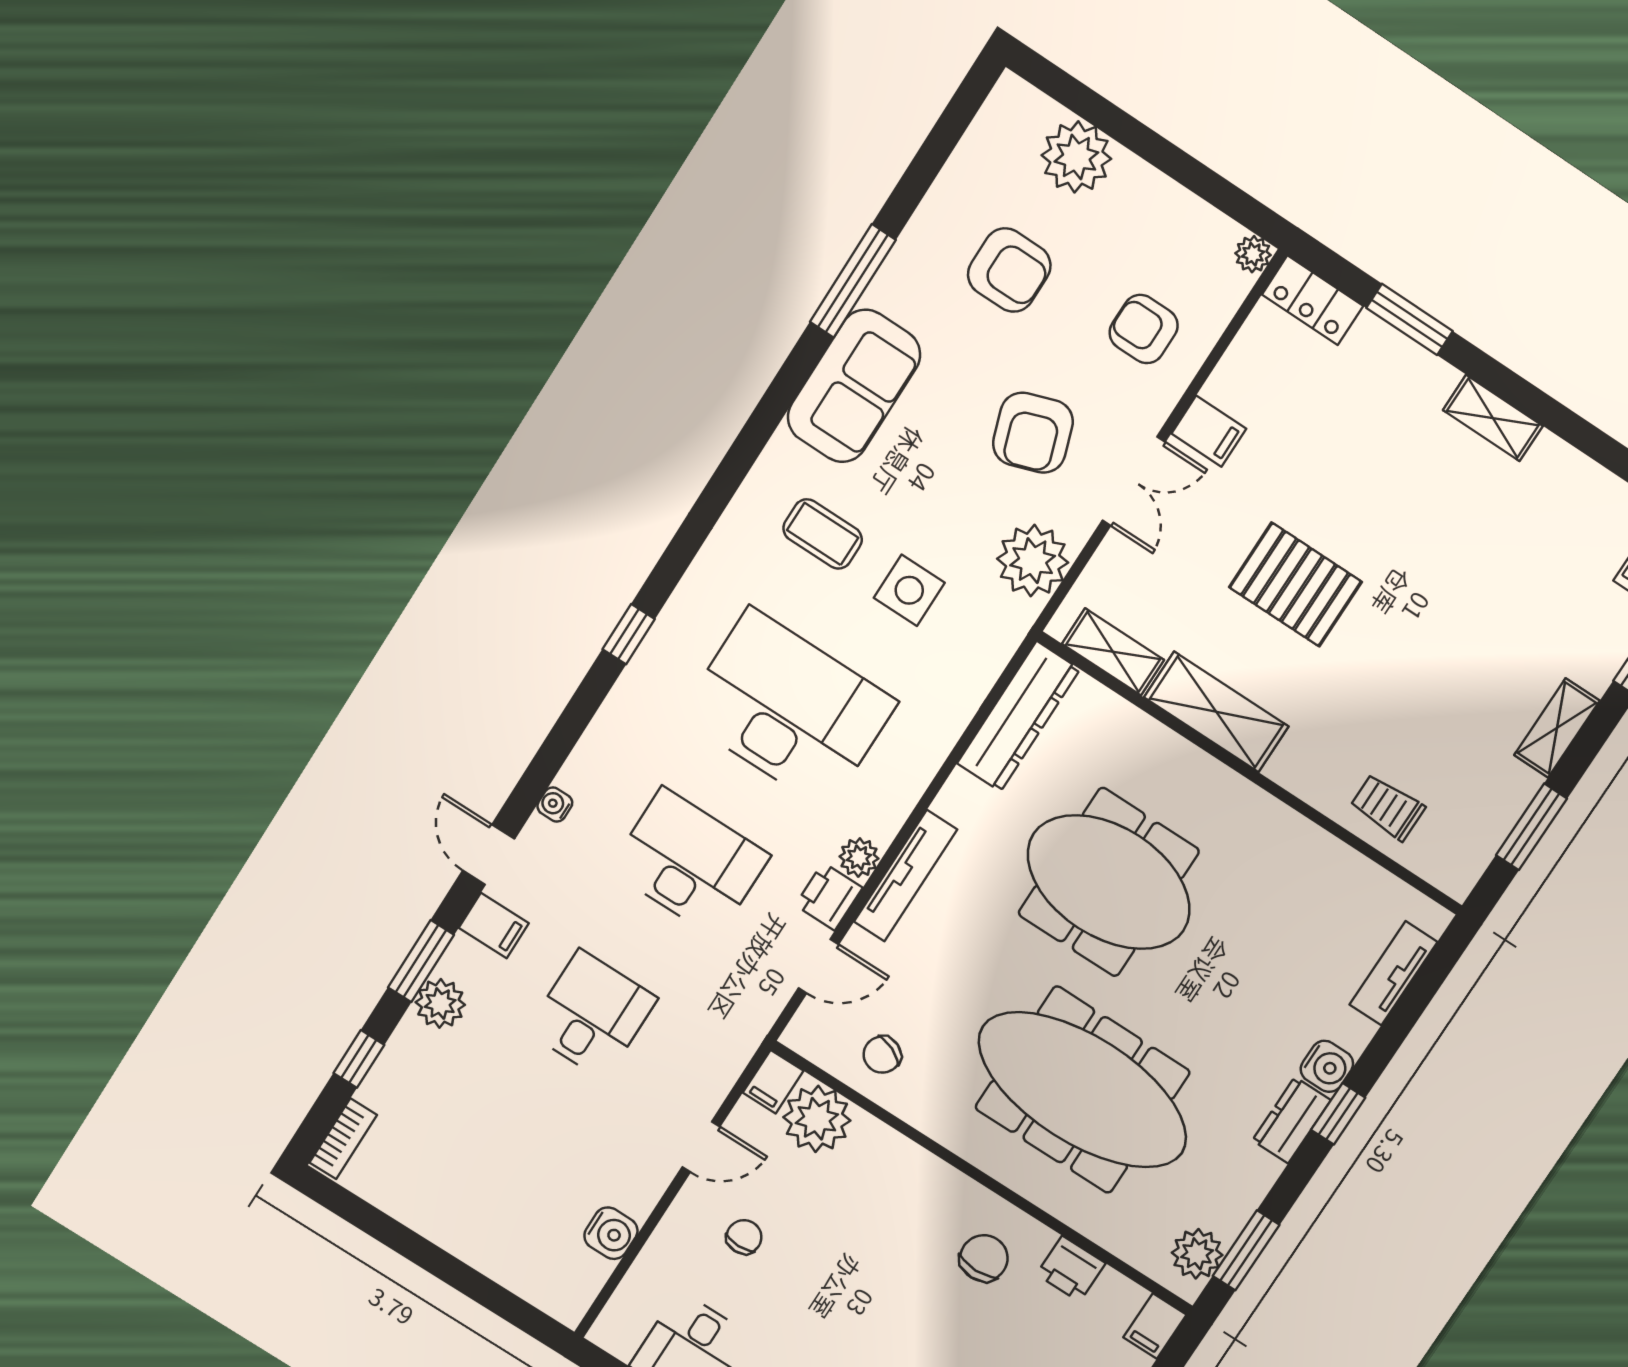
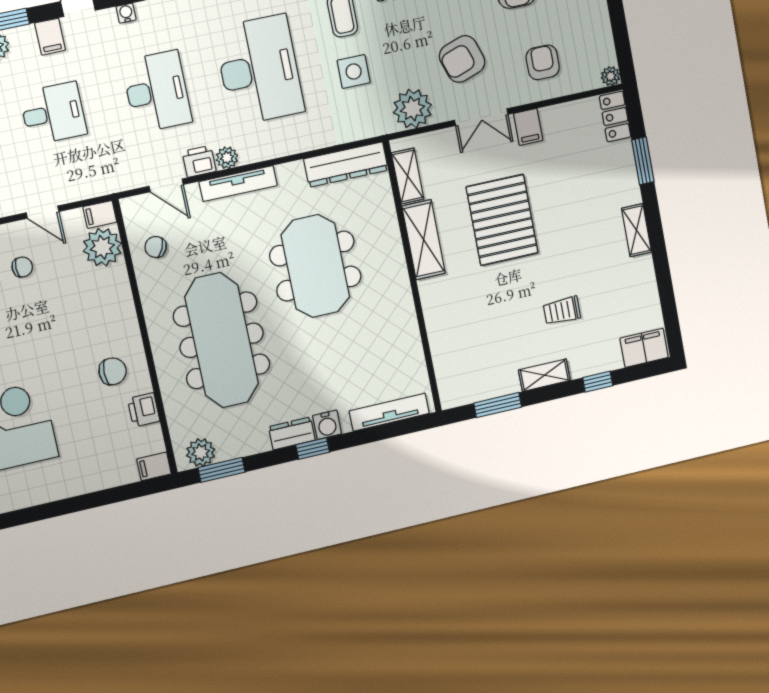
pallet: (1295, 585) -> (502, 220), width x1.37, depth x1.41
trolley: (1388, 807) -> (562, 311), moved, turned -90
tv unit: (1393, 973) -> (389, 412), width x1.41

